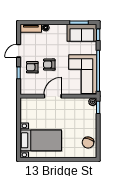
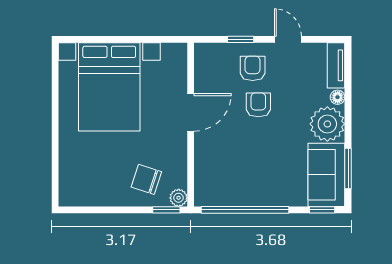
plant: (58, 32) -> (327, 124), added
corner sofa: (83, 74) -> (238, 177), removed
door: (53, 96) -> (191, 112), hinge flipped
bed with nightstands: (41, 140) -> (109, 87), width x1.36
chair: (88, 142) -> (146, 179), moved

